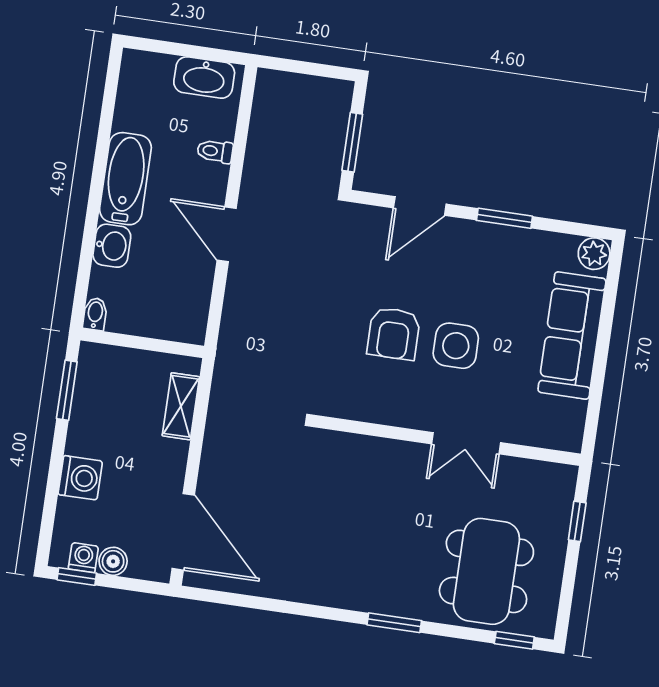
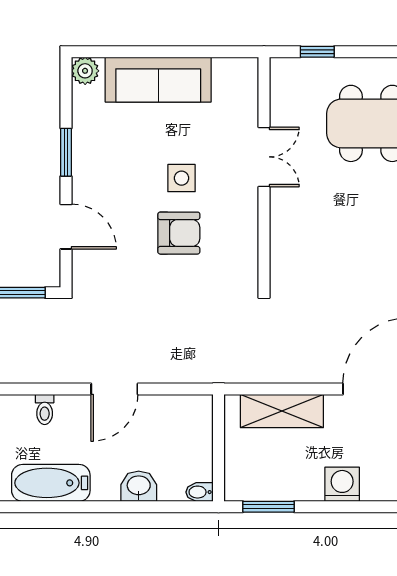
bathtub: (125, 179) -> (51, 483), moved
side table: (456, 346) -> (182, 178), width x0.73, depth x0.73
shelving: (181, 406) -> (282, 411), width x1.50, depth x1.33

